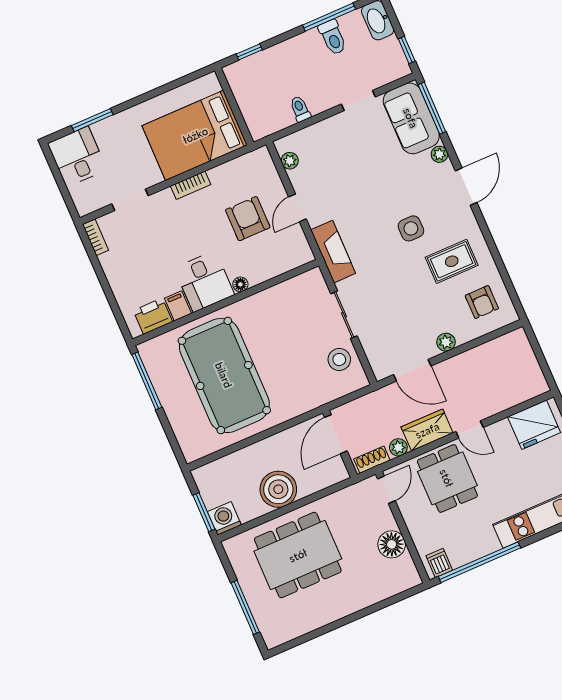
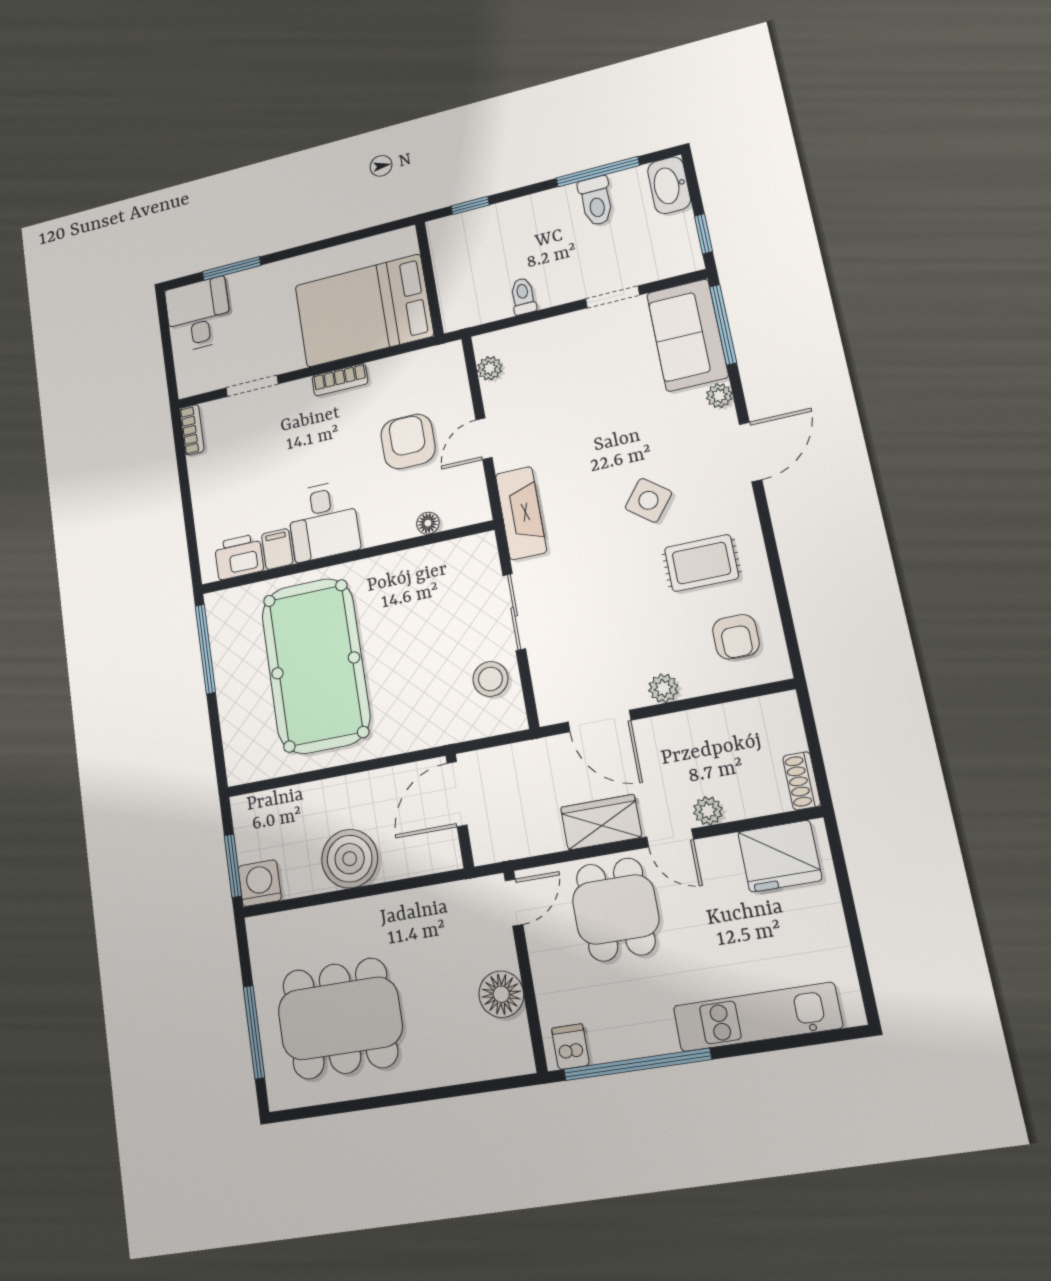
side table: (411, 228) -> (648, 500), turned 38
floor lamp: (240, 284) -> (428, 523), moved
plant: (398, 447) -> (708, 811), moved
shoe rack: (372, 460) -> (802, 781), moved, turned -90
dining table: (298, 555) -> (340, 1018), moved

